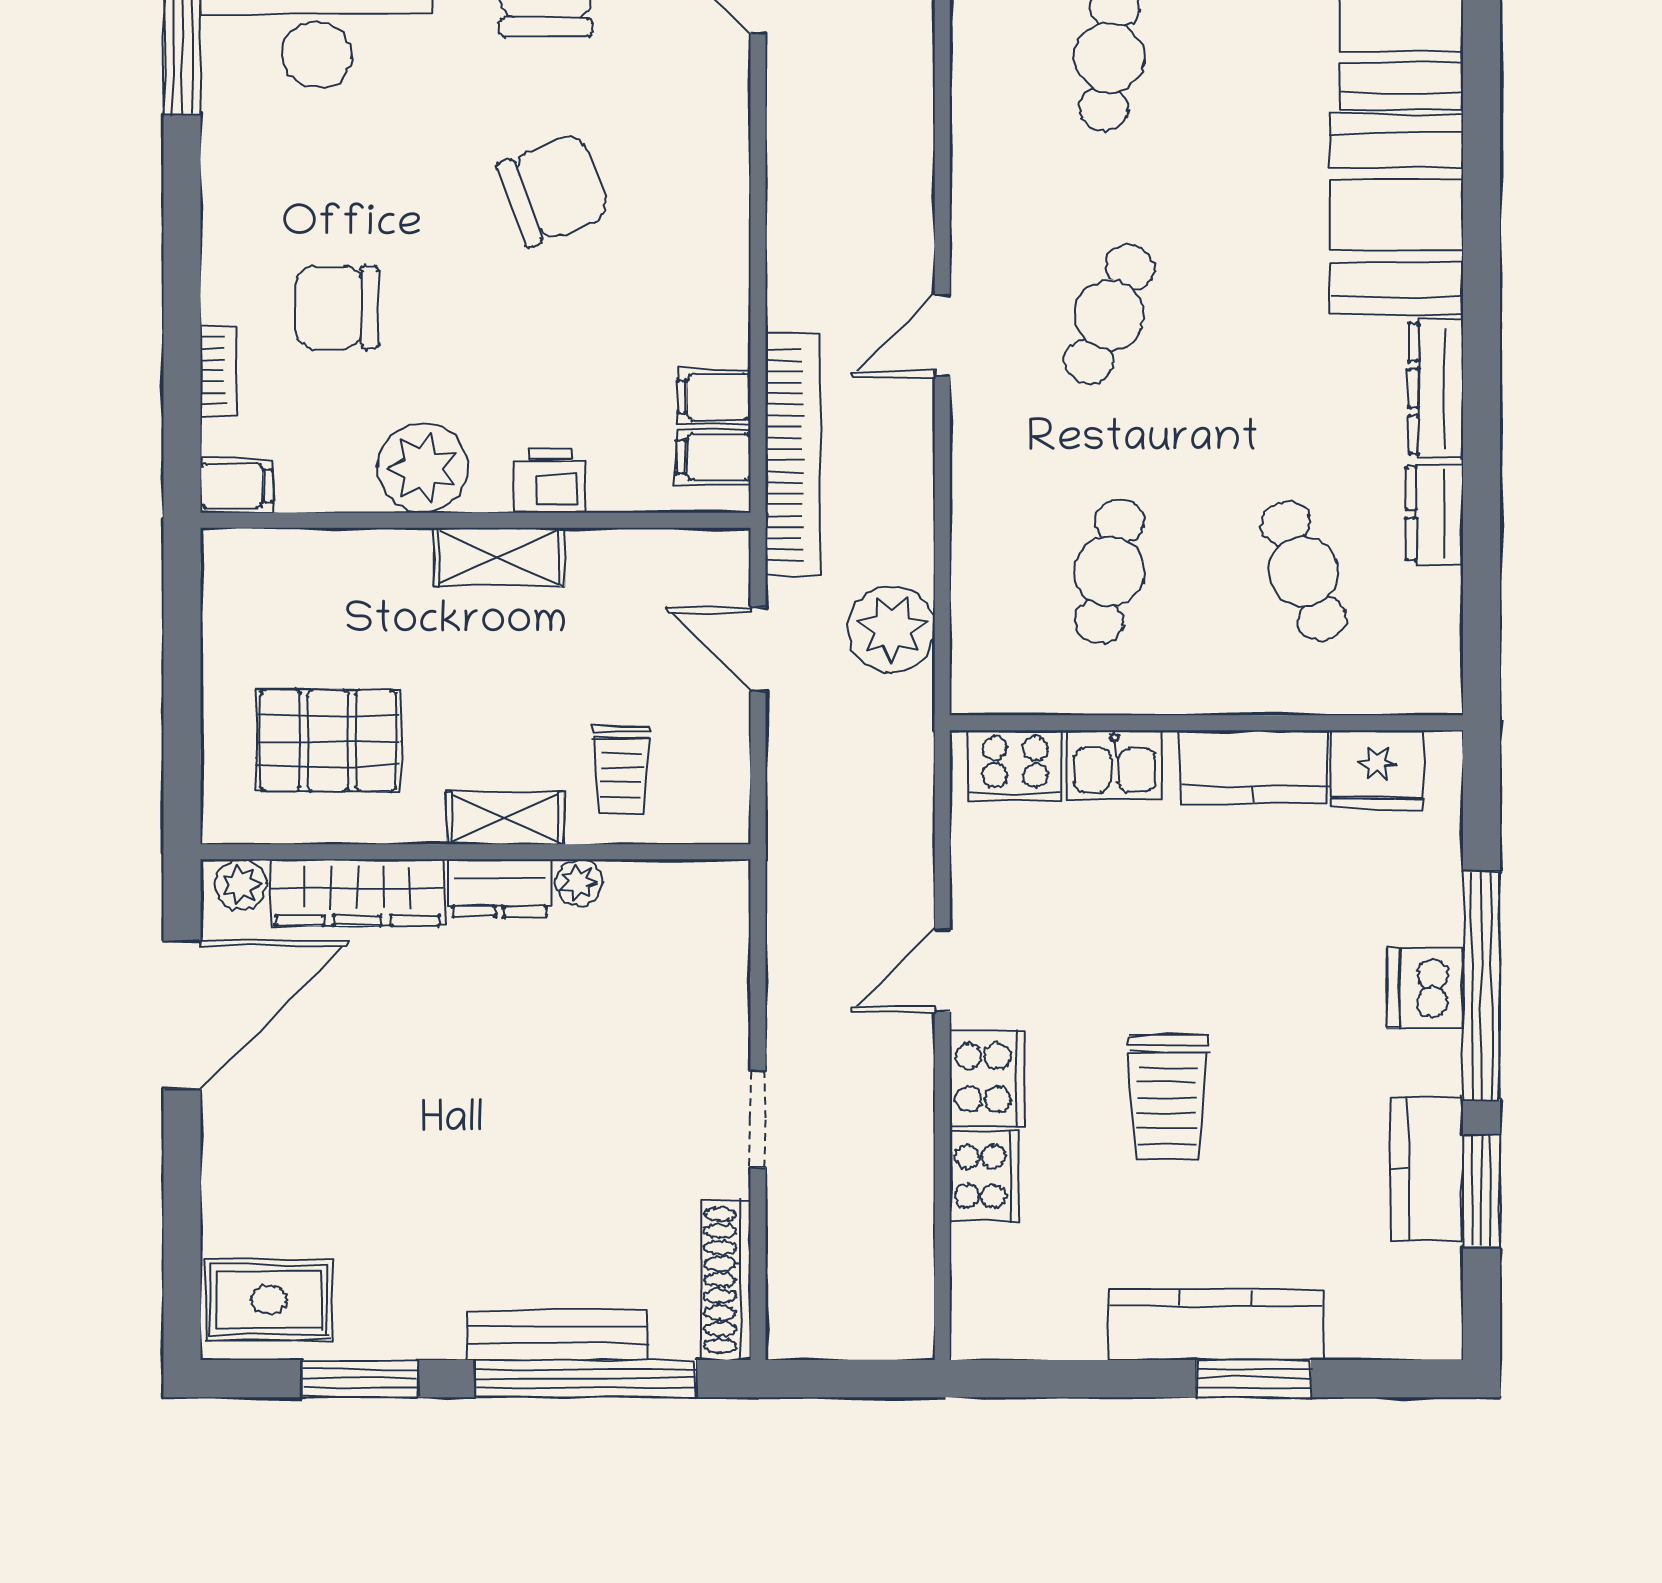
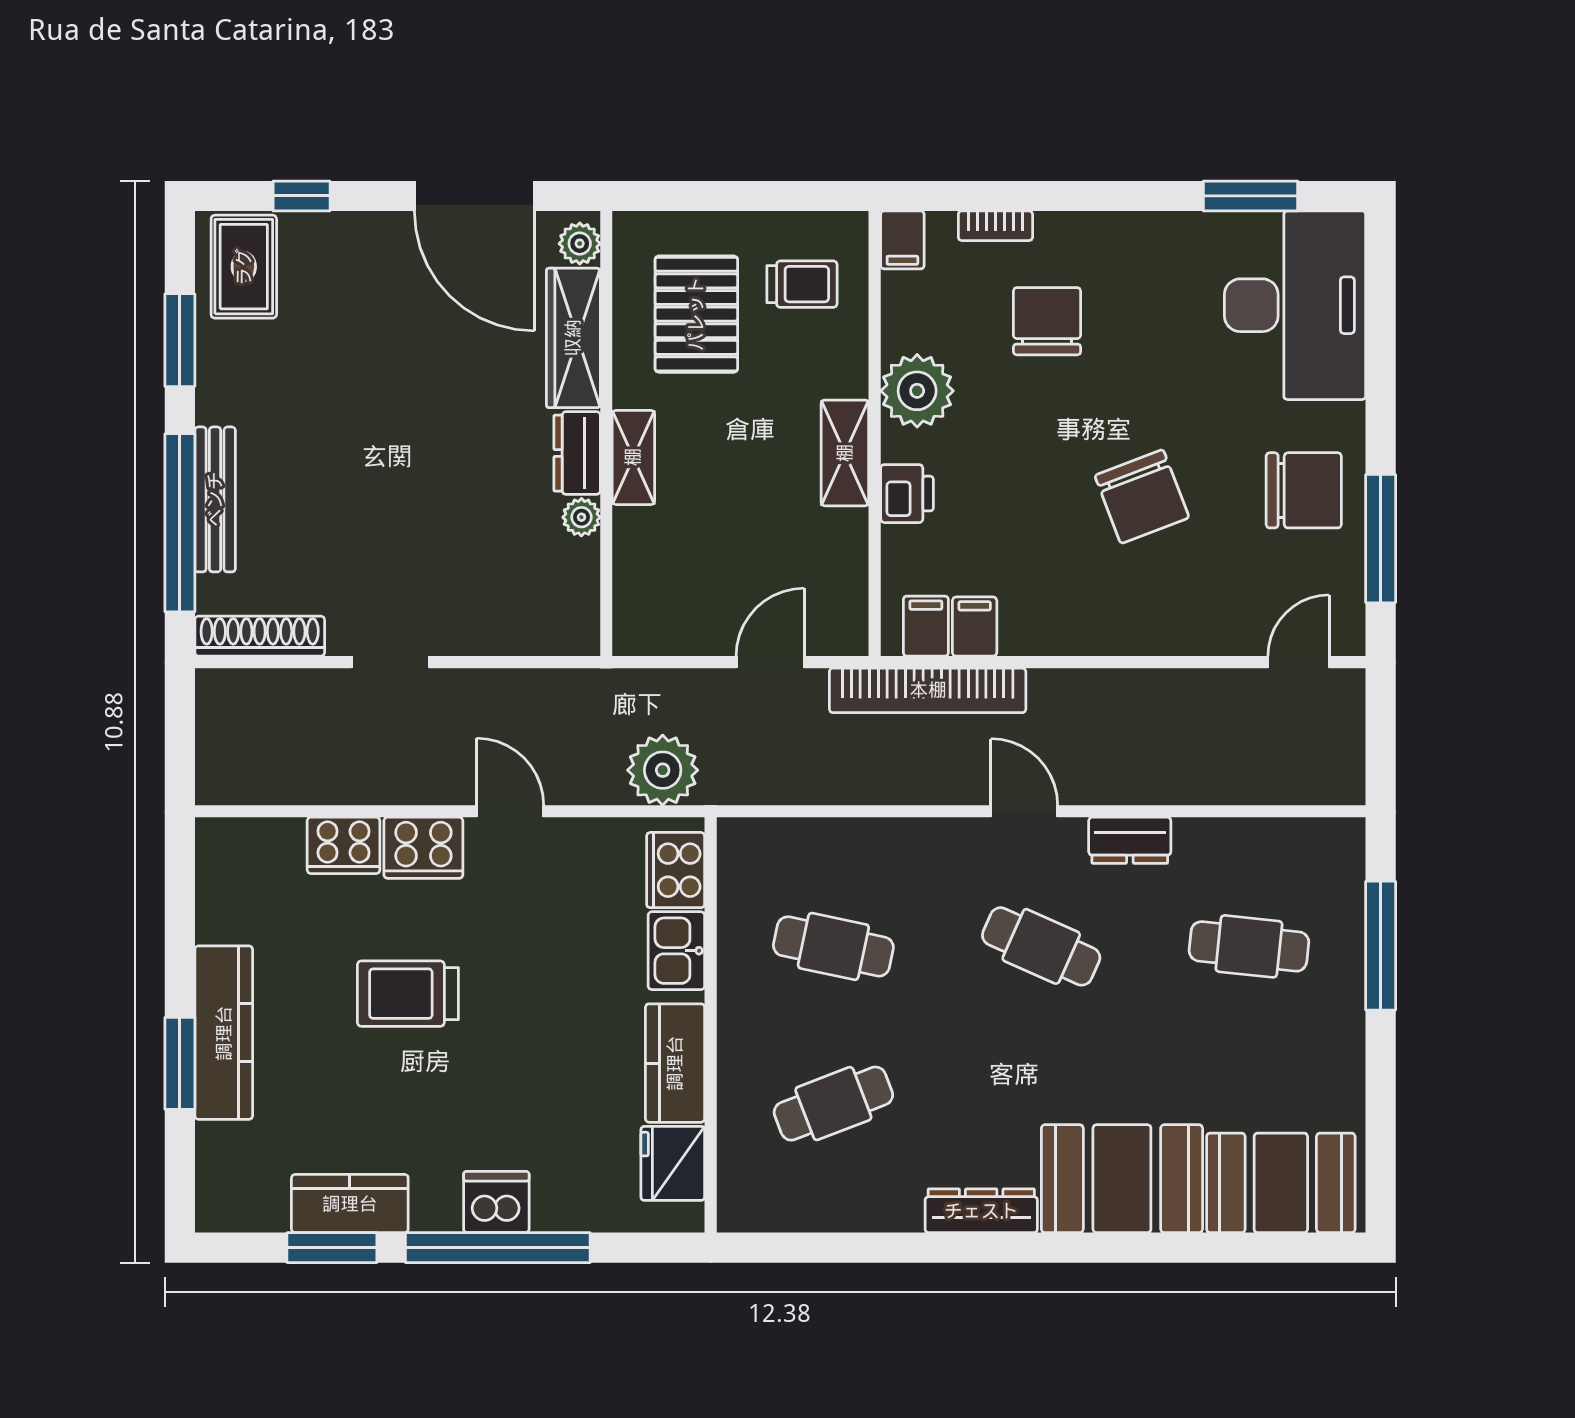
dresser: (1434, 514) -> (1130, 840), moved, turned 180
plant: (891, 629) -> (663, 770), moved
trolley: (621, 769) -> (802, 284), moved, turned 180
window: (182, 1228) -> (302, 196), added

